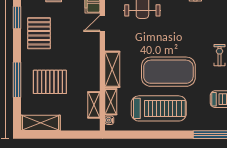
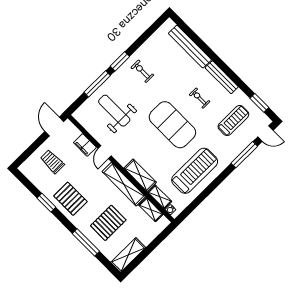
shelving: (92, 64) -> (124, 184), added
exercise mat: (168, 72) -> (172, 125), moved, turned 90

